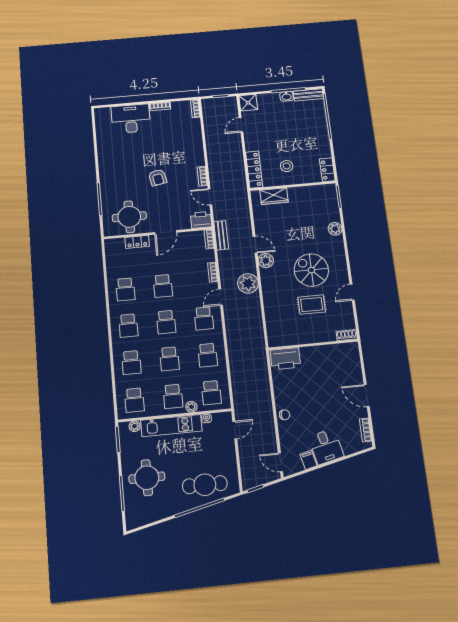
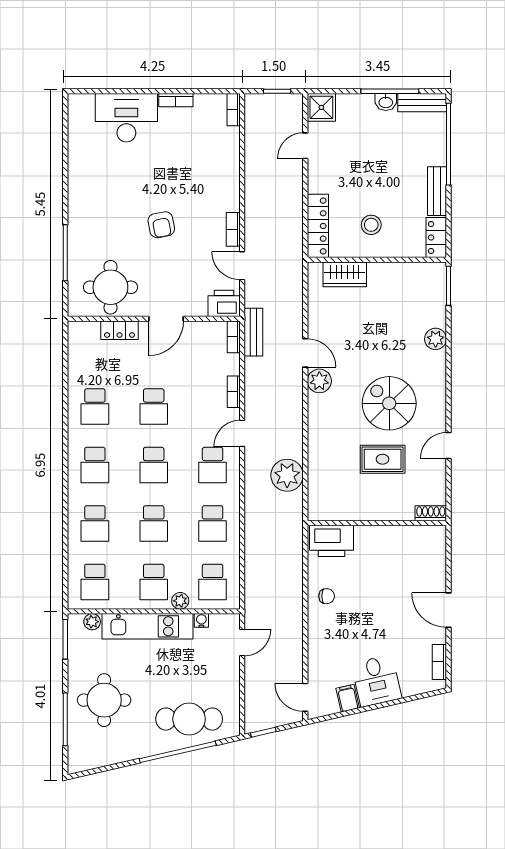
bench: (324, 143) -> (437, 191), added
plant: (248, 283) -> (287, 475), moved
chair: (285, 415) -> (327, 596), moved

